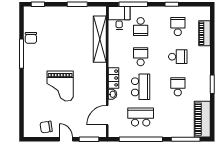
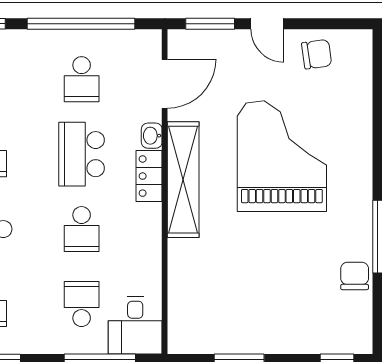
shelving: (100, 39) -> (183, 180), moved
grand piano: (60, 86) -> (282, 156), width x1.37, depth x1.48
school desk: (141, 117) -> (82, 79), width x0.54

